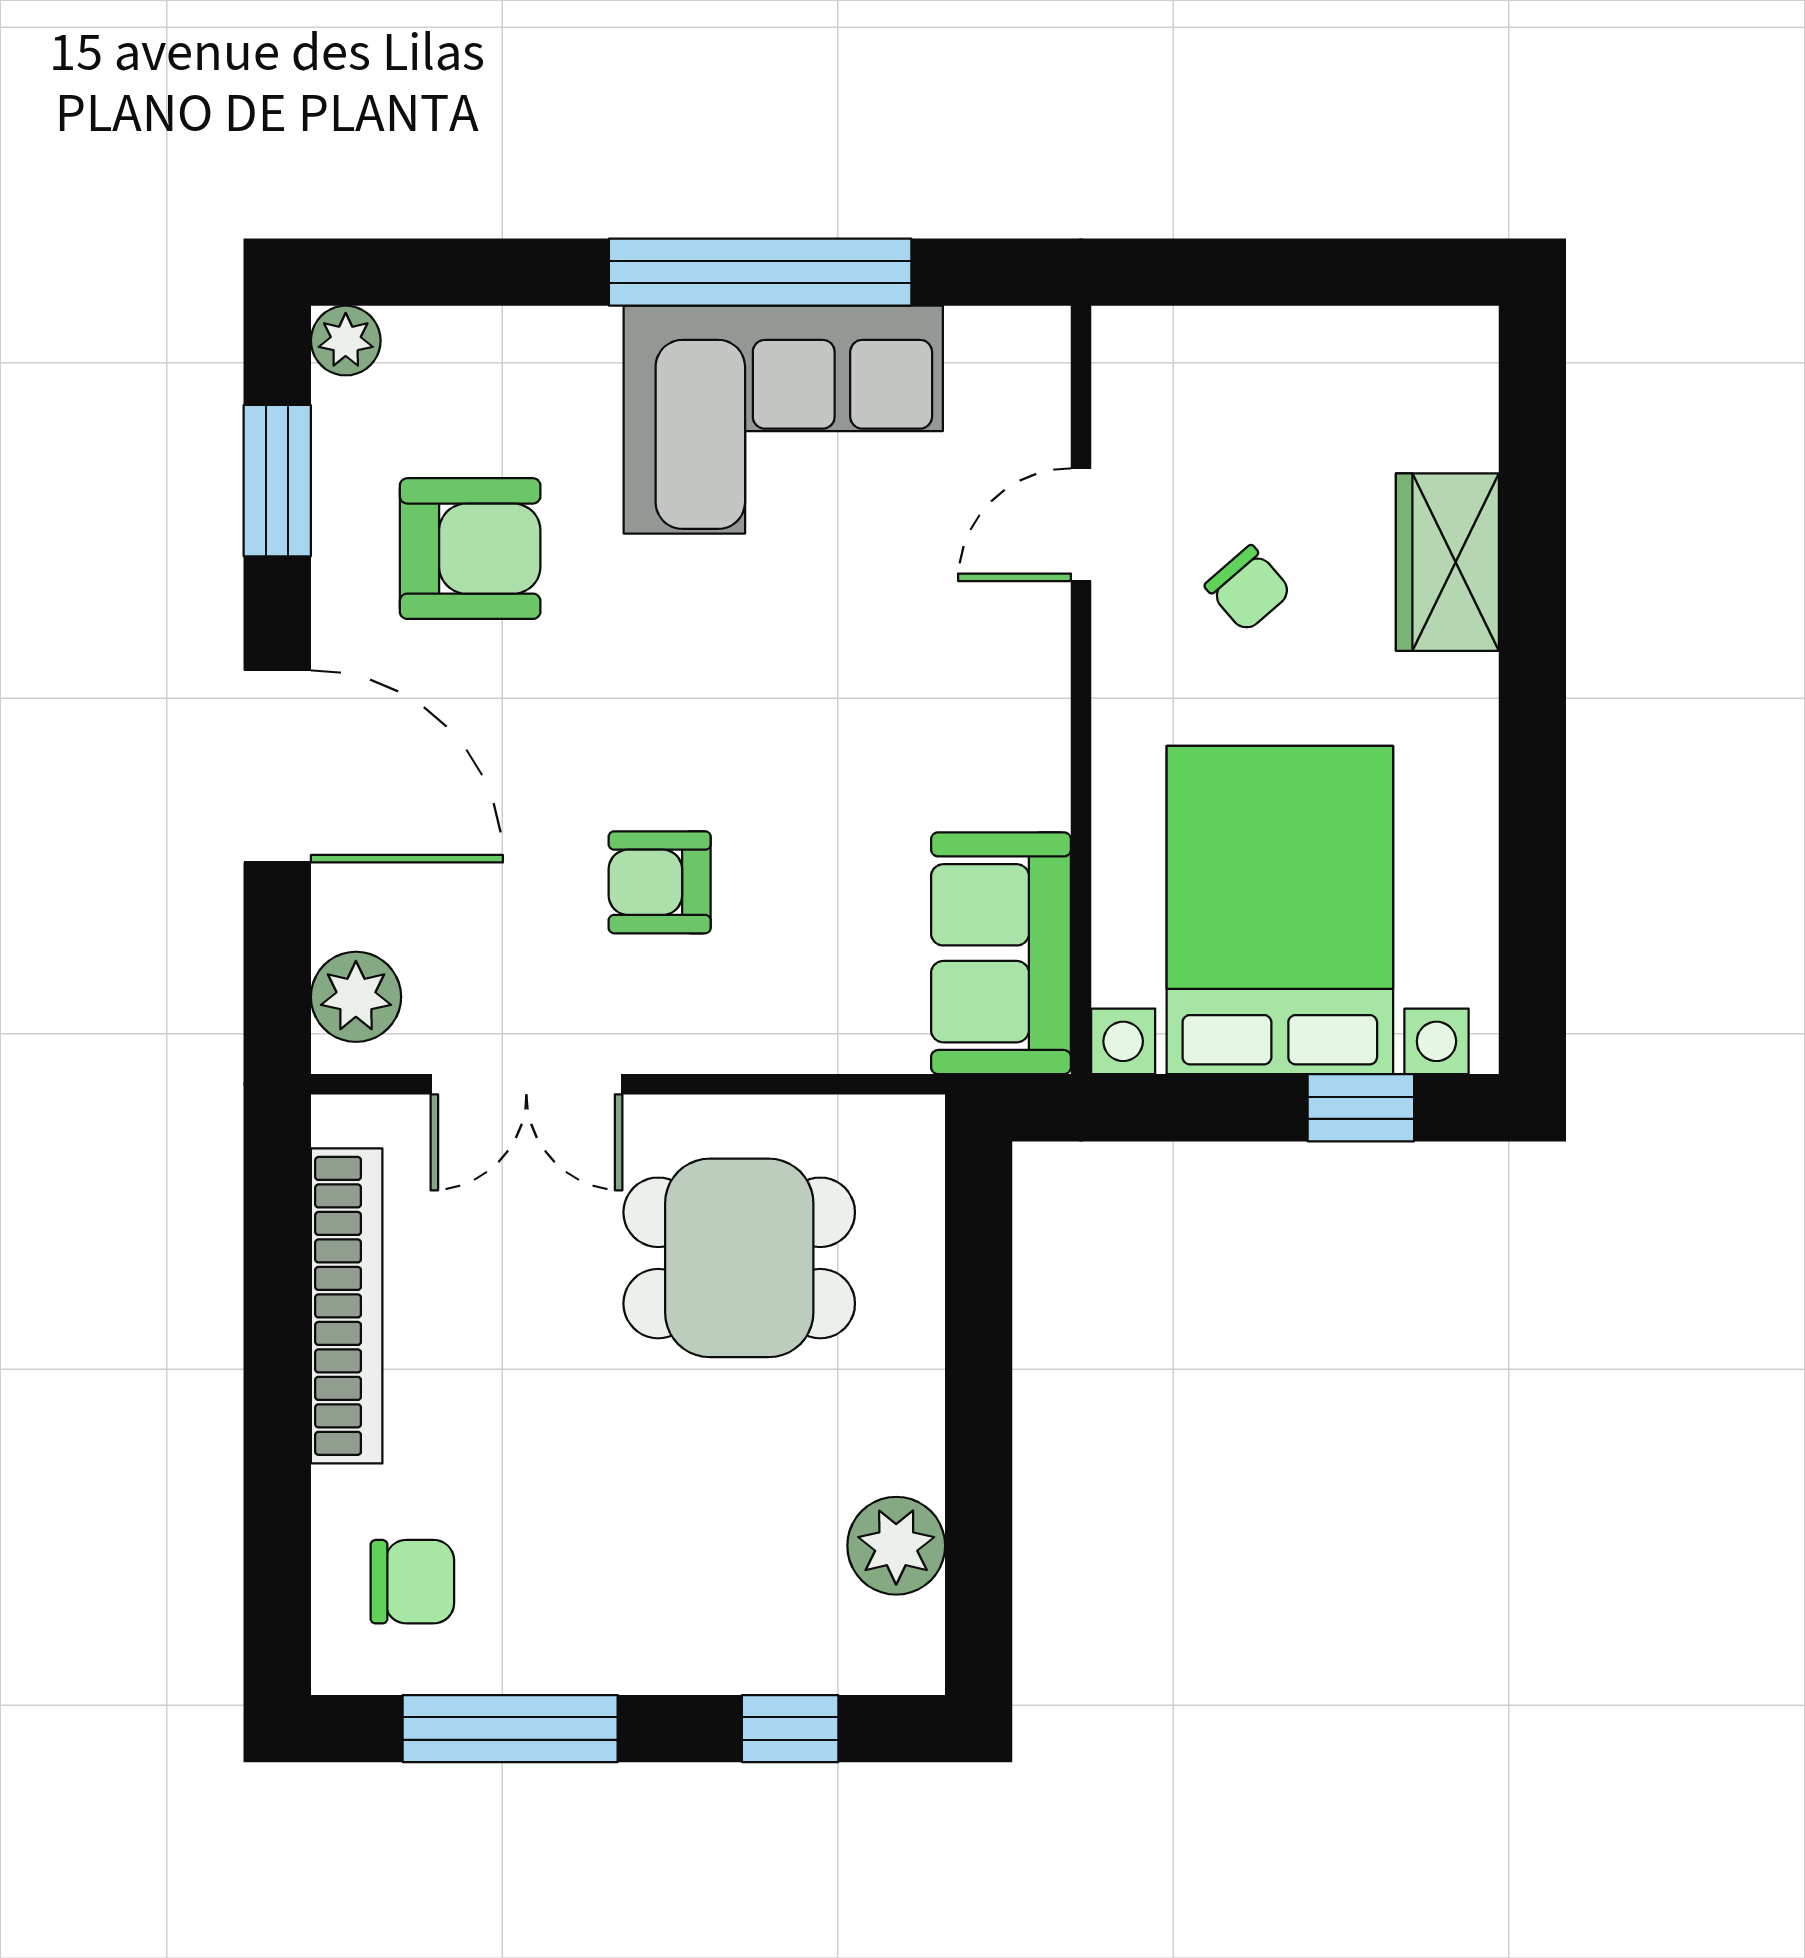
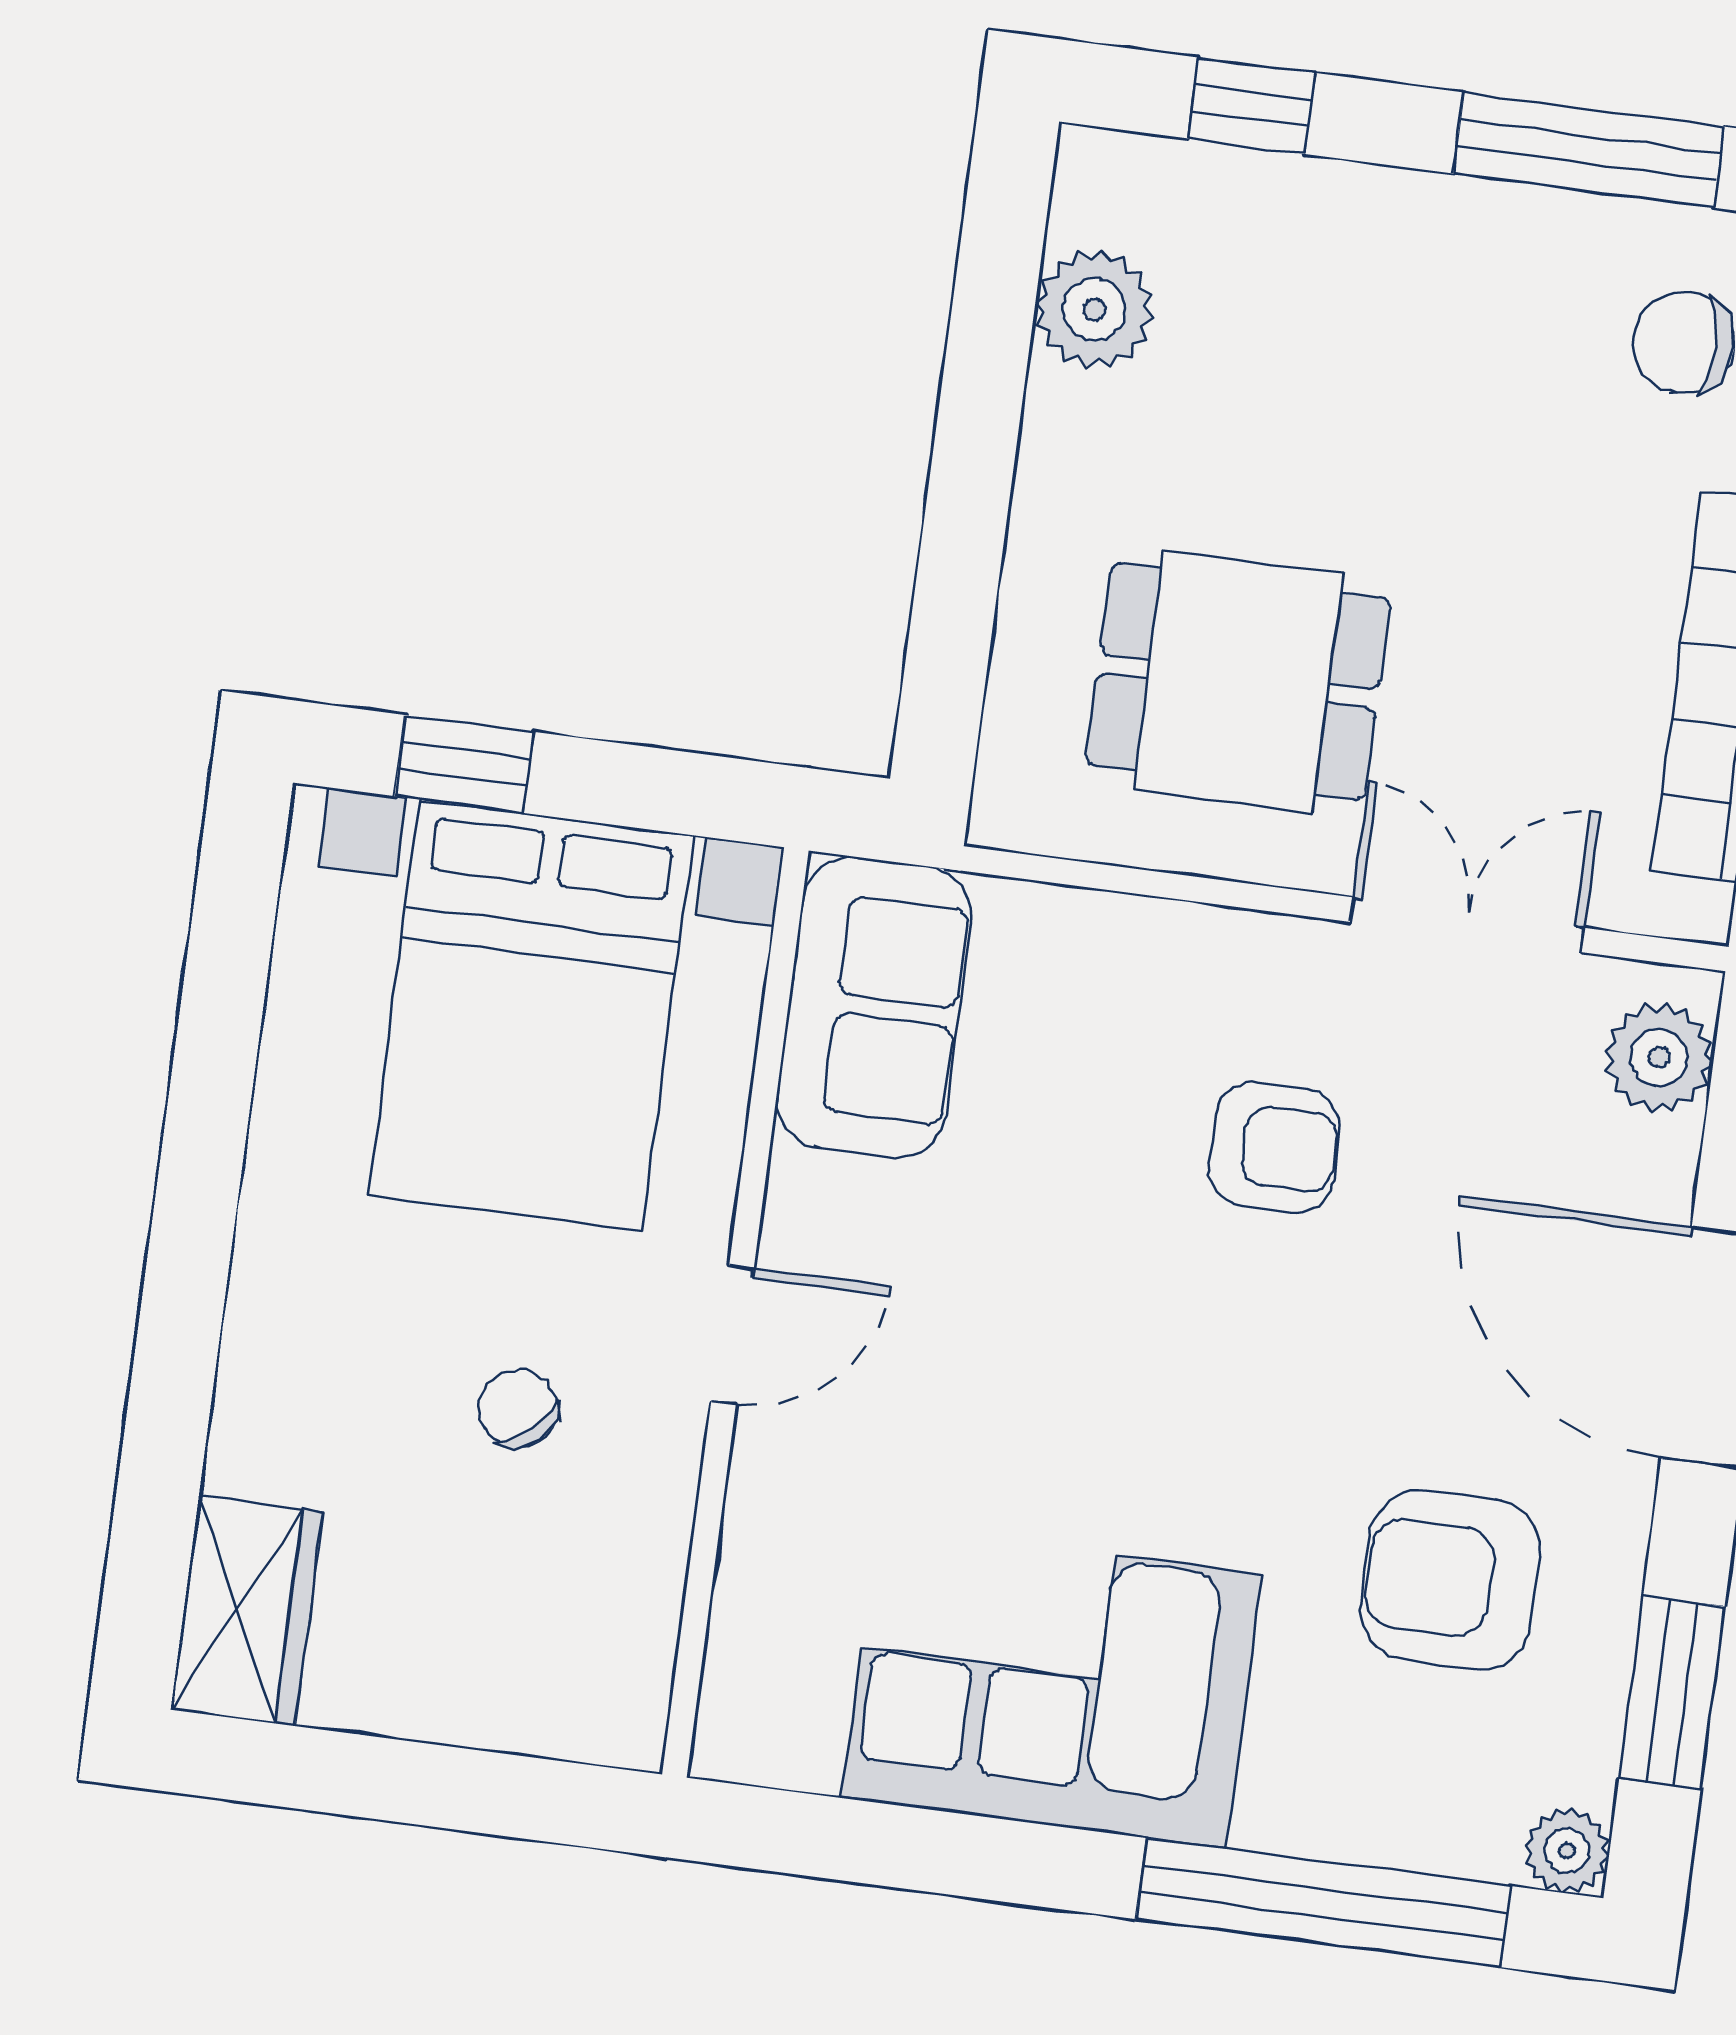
window: (760, 272) -> (1324, 1903), moved
door: (1081, 525) -> (733, 1335), moved
wardrobe: (1447, 562) -> (247, 1611), moved

